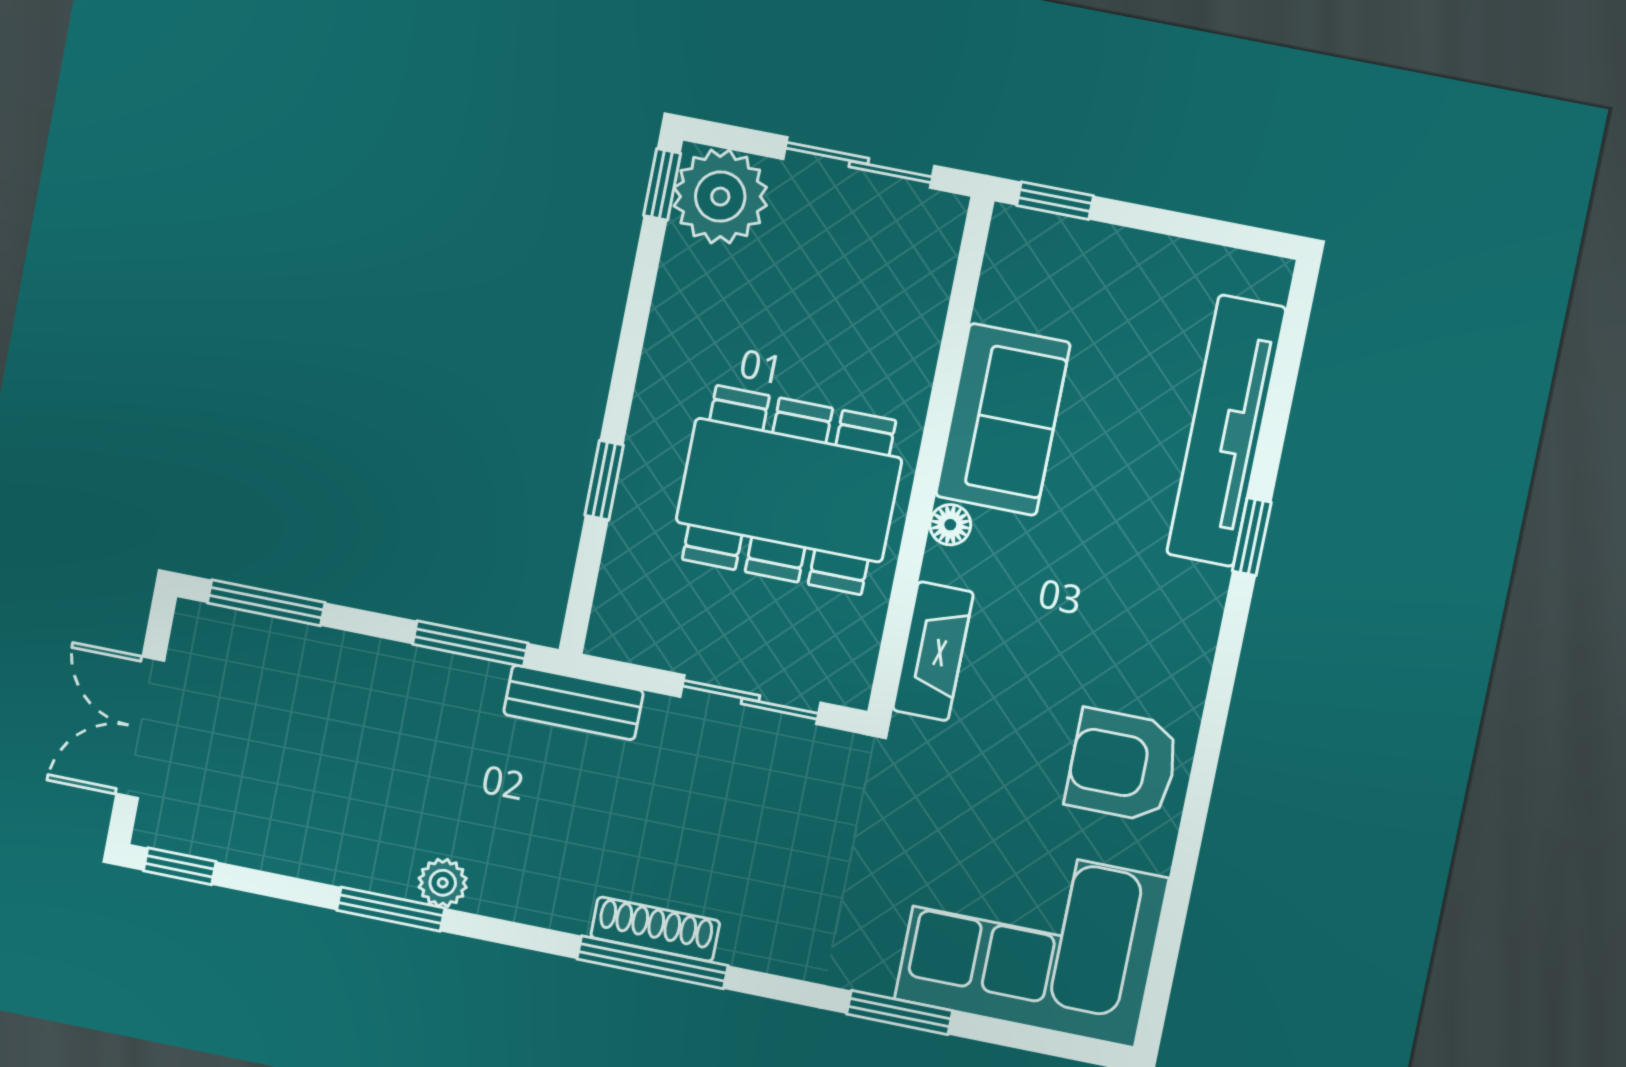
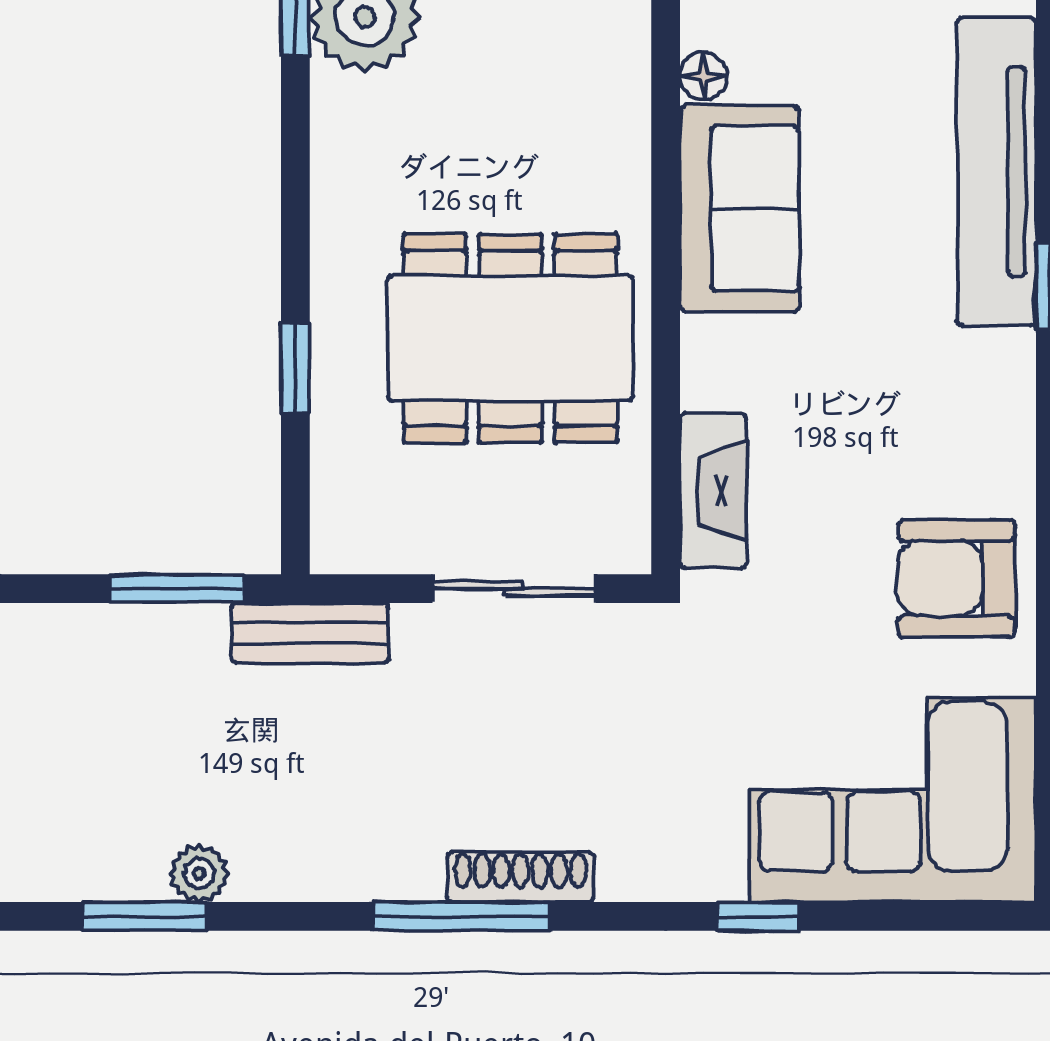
floor lamp: (950, 525) -> (704, 76), moved
shoe rack: (655, 929) -> (521, 877), moved
window: (900, 1012) -> (758, 916), width x0.67

